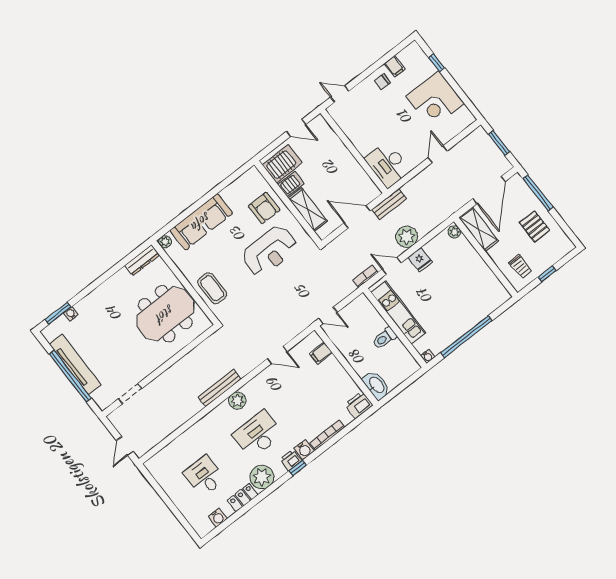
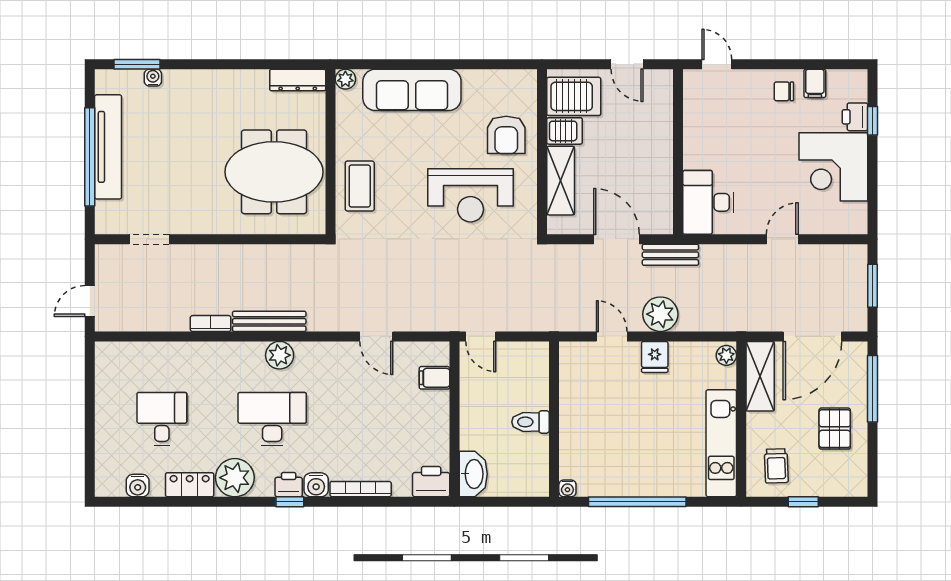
printer: (427, 67) -> (855, 117), added
bookcase: (365, 276) -> (211, 324), moved
kitchen unit: (398, 313) -> (721, 443), moved, turned 180

